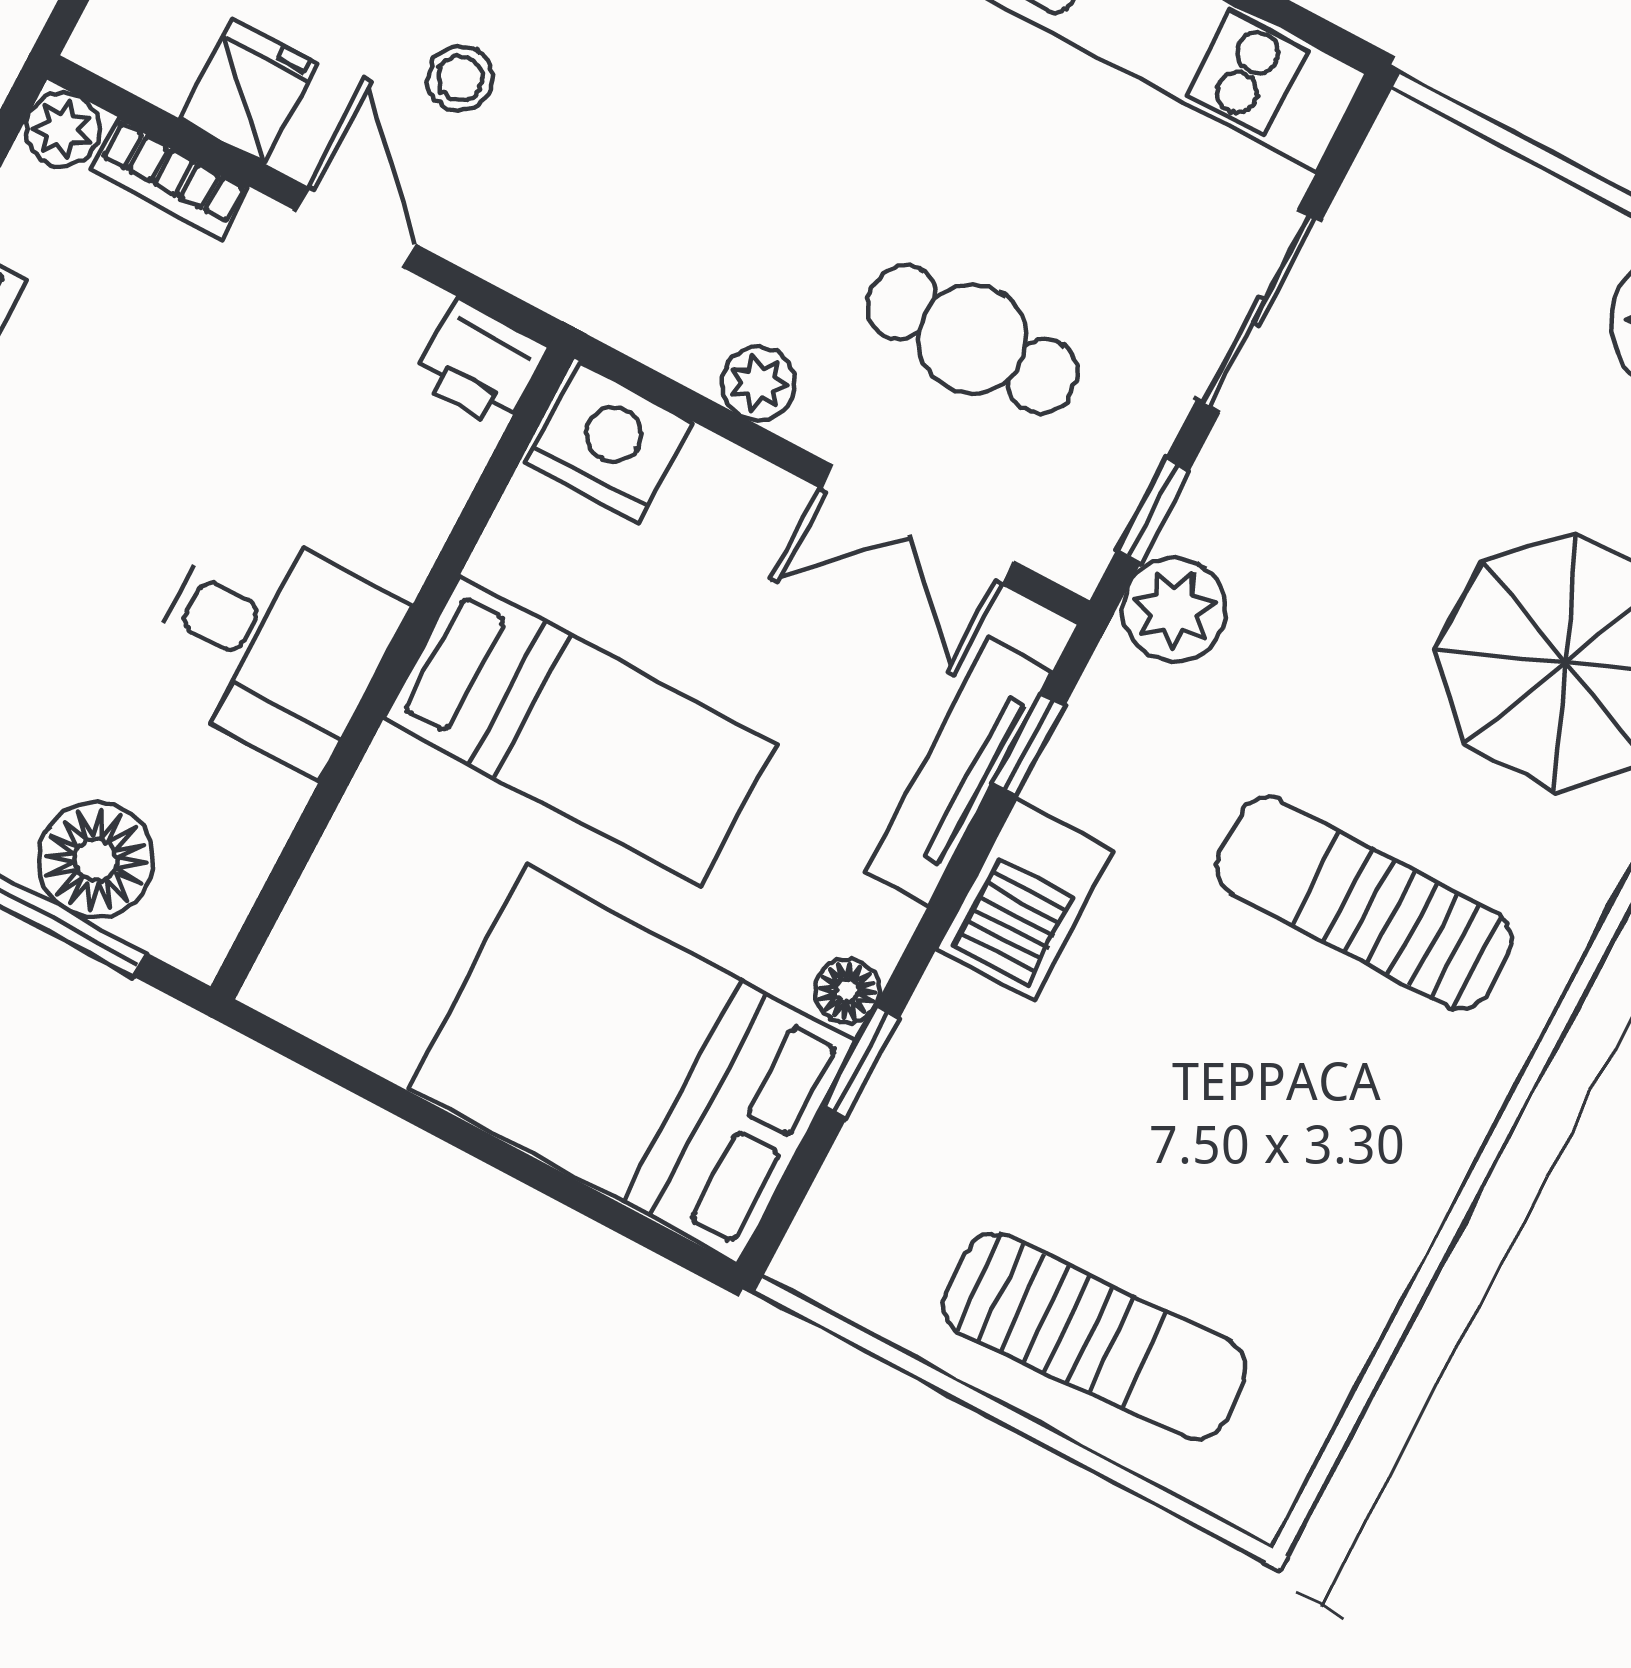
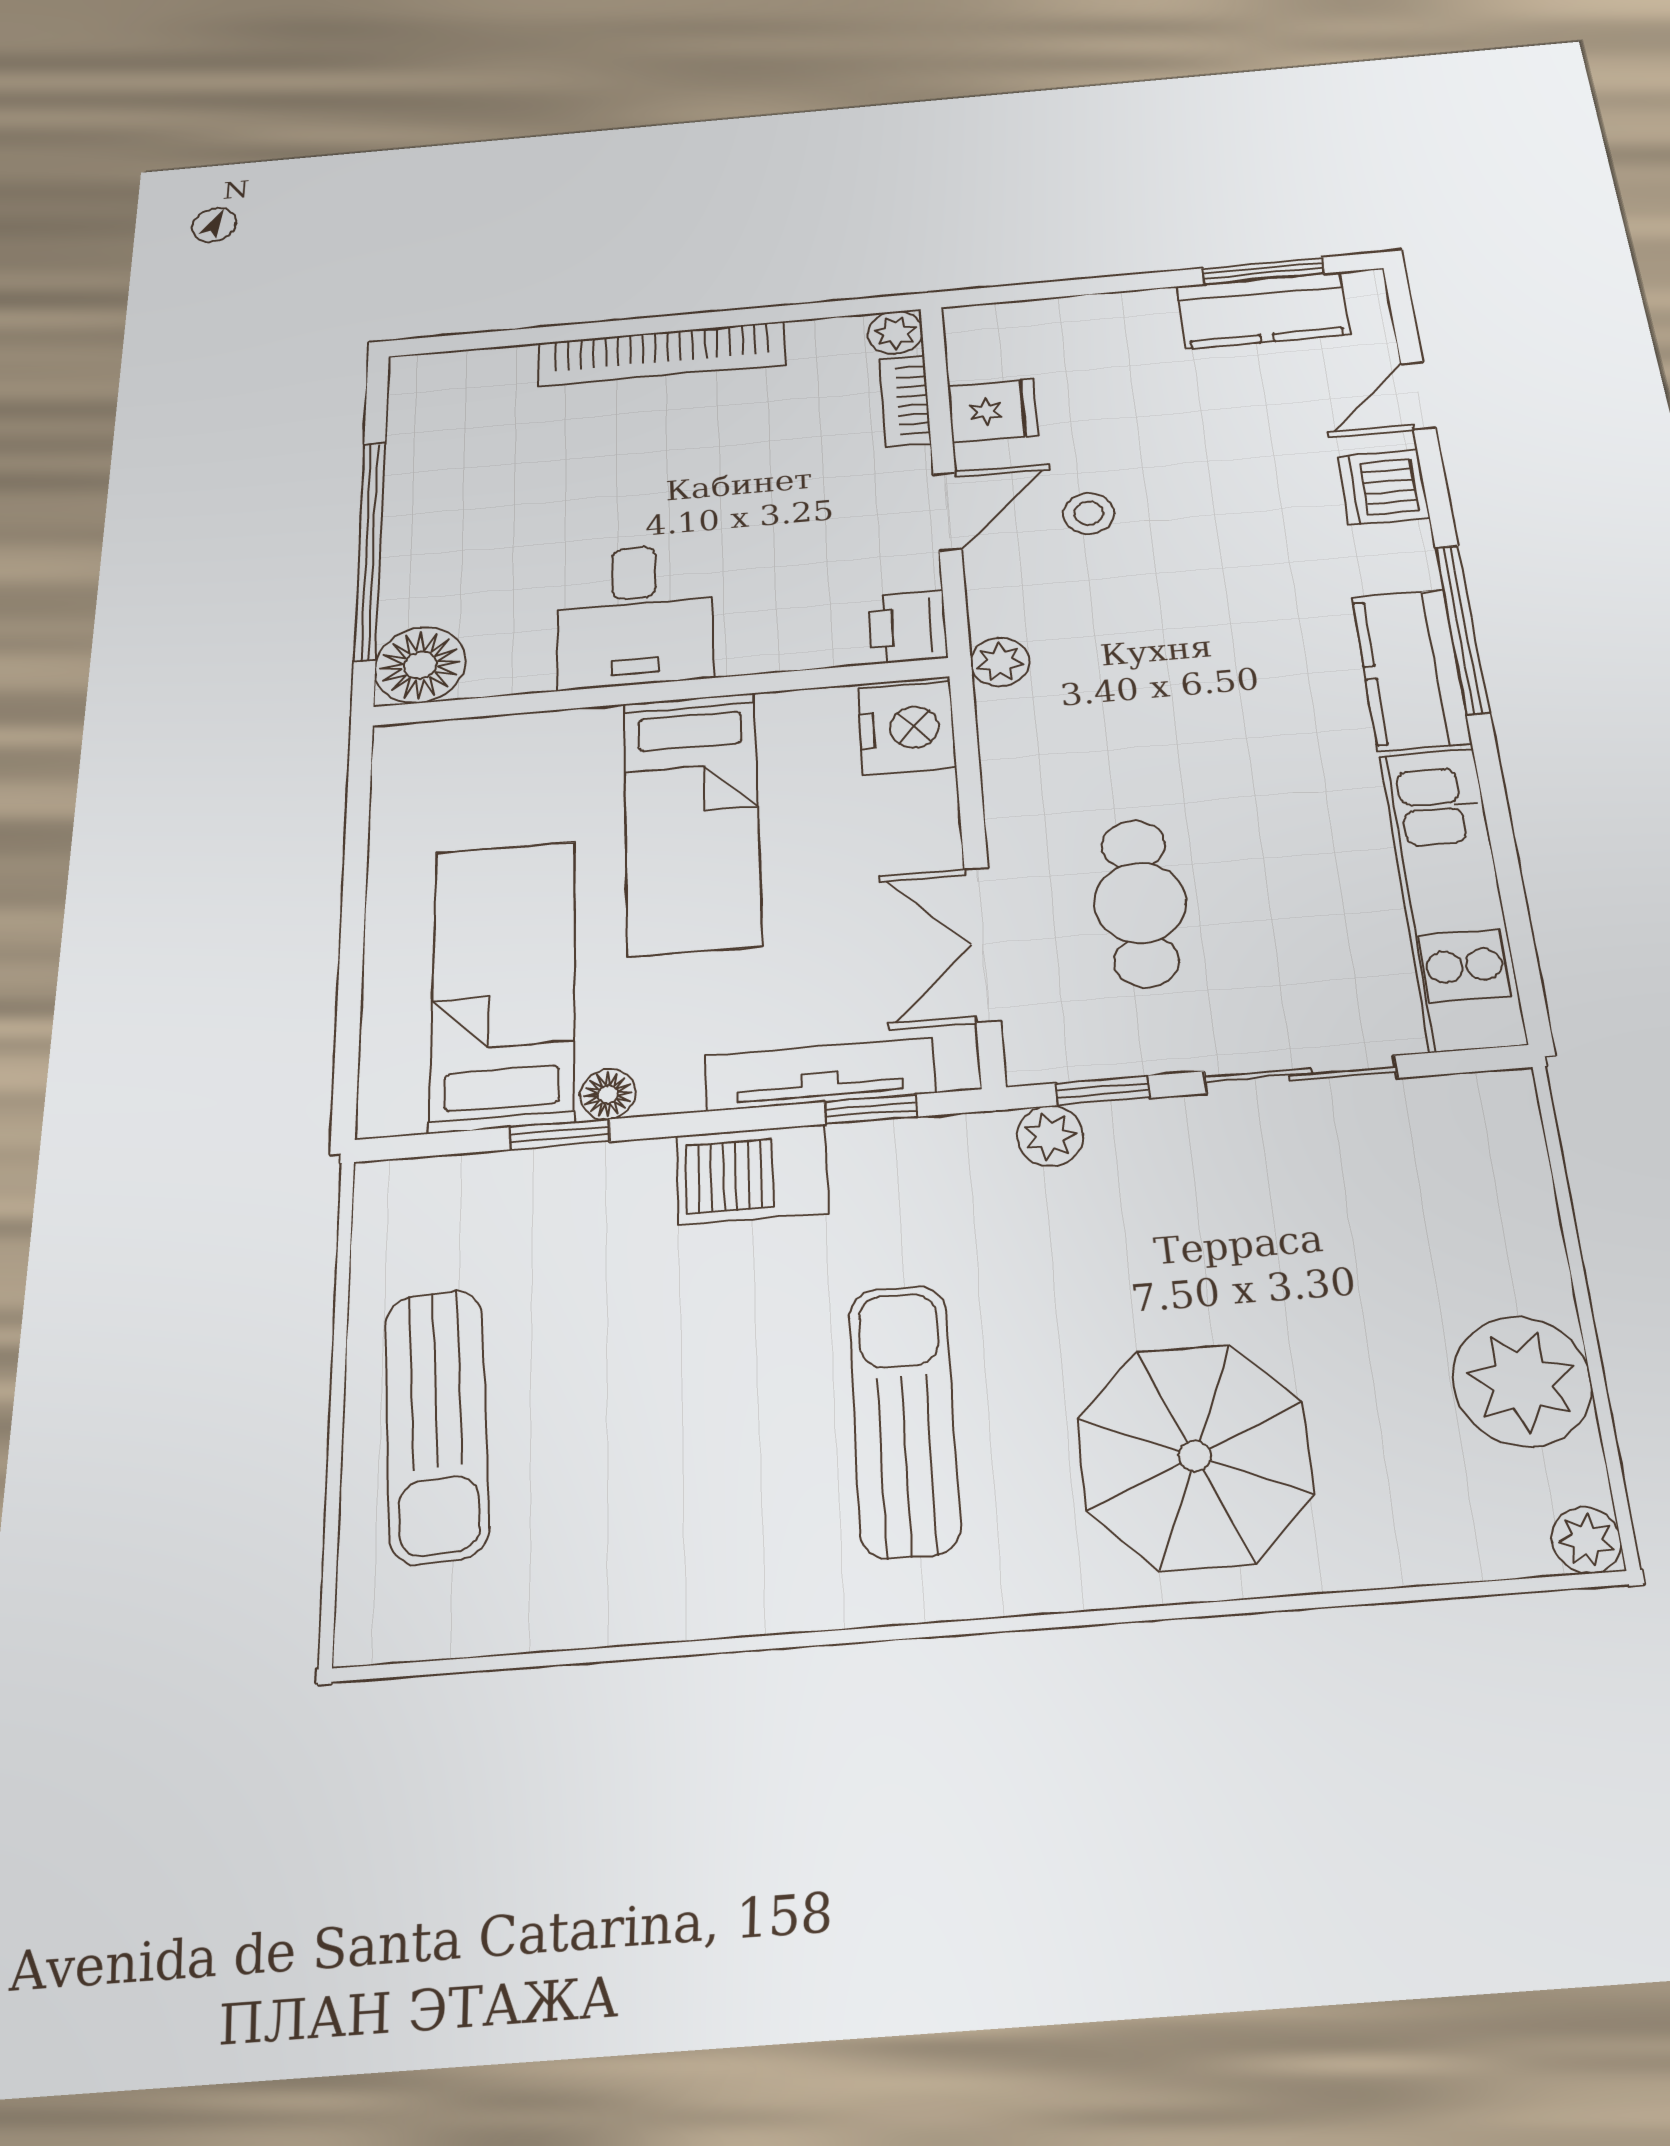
plant: (758, 384) -> (1000, 662), moved
plant: (1174, 610) -> (1050, 1136), width x0.73, depth x0.73
floor lamp: (96, 860) -> (420, 665), moved
bed: (632, 1065) -> (503, 984), width x0.67

